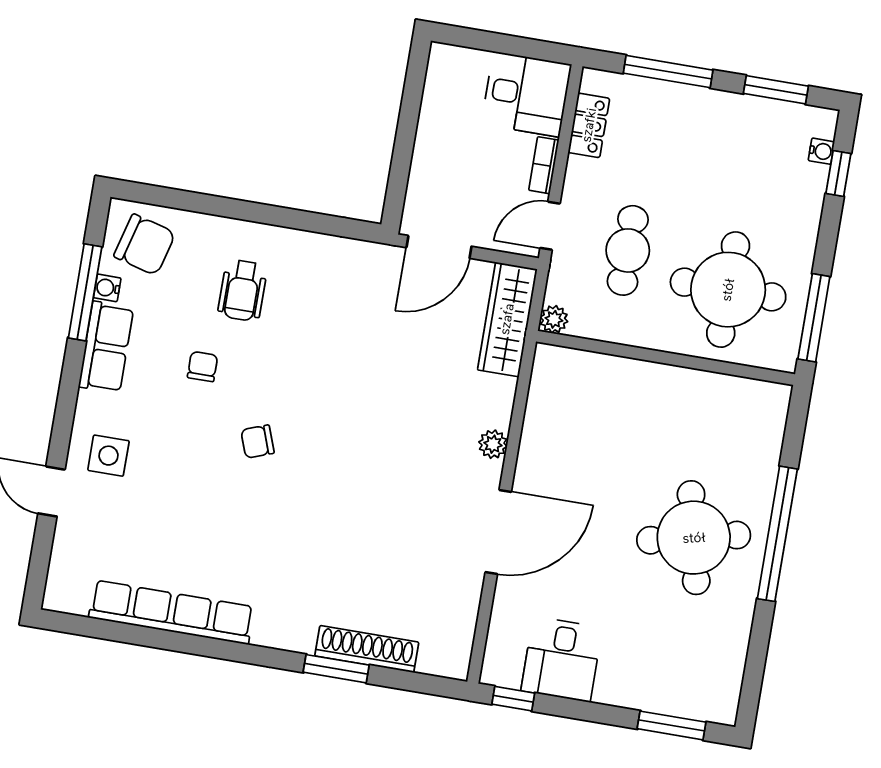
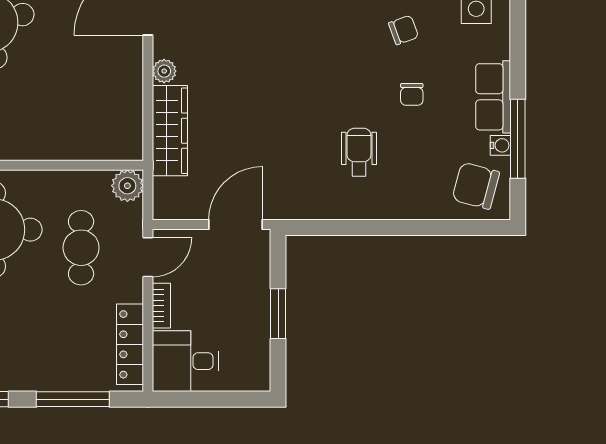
locker: (589, 125) -> (130, 344), width x1.53
window: (406, 132) -> (278, 314), added
wheelchair: (242, 290) -> (359, 152), moved
wardrobe: (507, 319) -> (170, 131), moved
plant: (554, 319) -> (127, 186), width x1.38, depth x1.38
chair: (257, 442) -> (404, 30), moved

